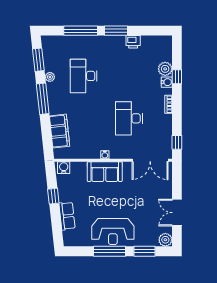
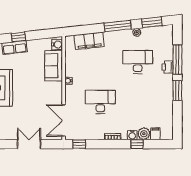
printer: (133, 42) -> (168, 67), moved
filing cabinet: (165, 56) -> (155, 134), added
sofa: (105, 172) -> (53, 66), moved
window: (53, 196) -> (18, 37), moved
double door: (177, 213) -> (29, 144), moved

